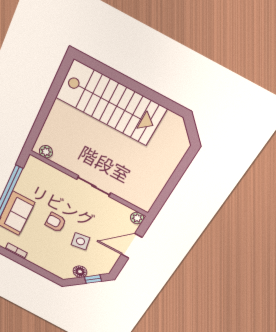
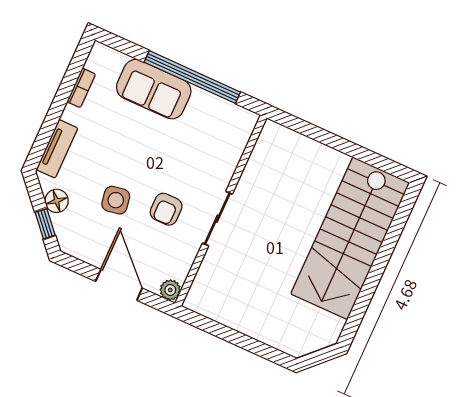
plant: (46, 152) -> (267, 141), removed
armchair: (56, 222) -> (166, 209), moved, turned 180
tv unit: (50, 267) -> (57, 149), added

